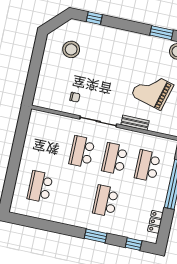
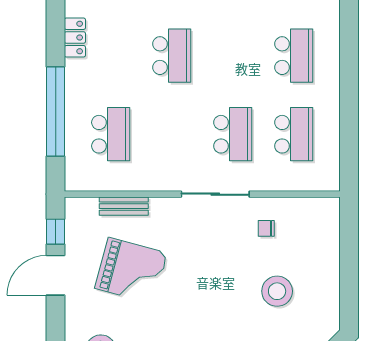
stool: (71, 49) -> (277, 291), moved
bench: (135, 123) -> (124, 206), moved
school desk: (115, 159) -> (294, 134), moved

